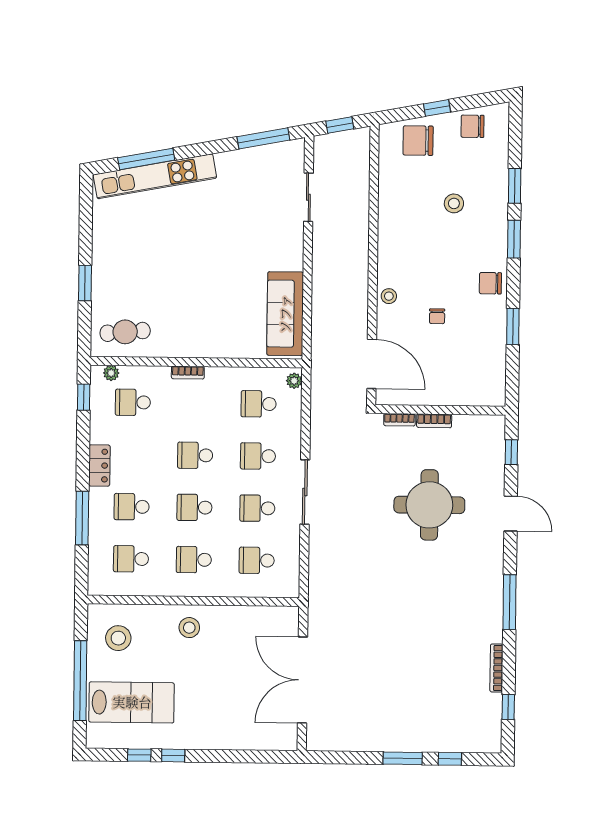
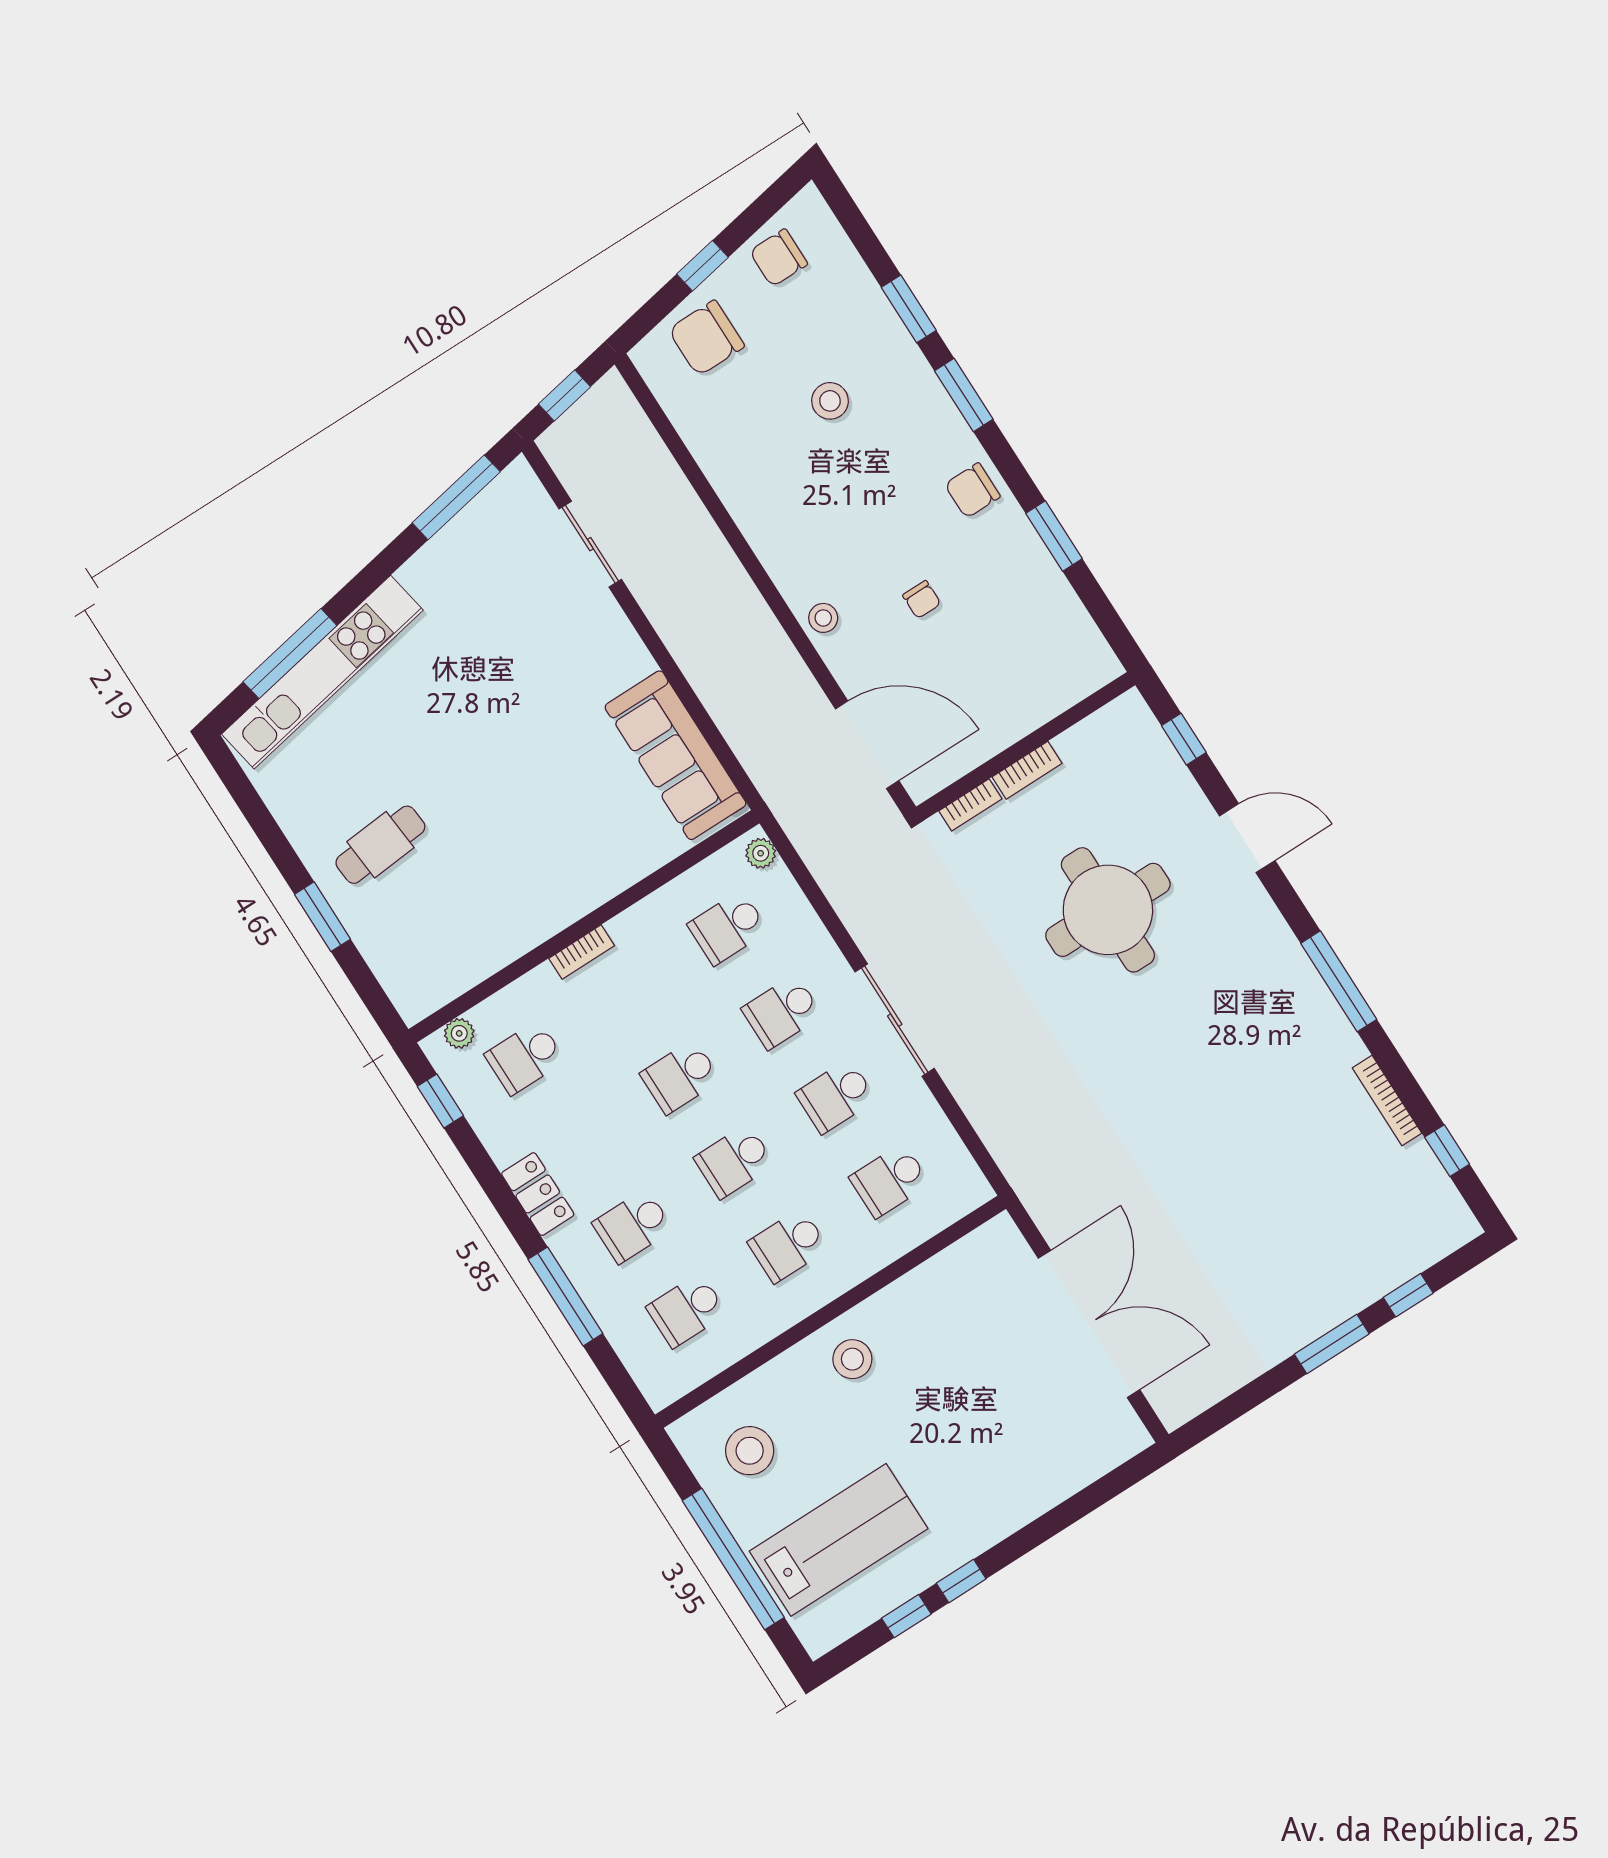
cafe table: (125, 332) -> (380, 845), moved
double door: (303, 680) -> (1089, 1324), swing flipped

